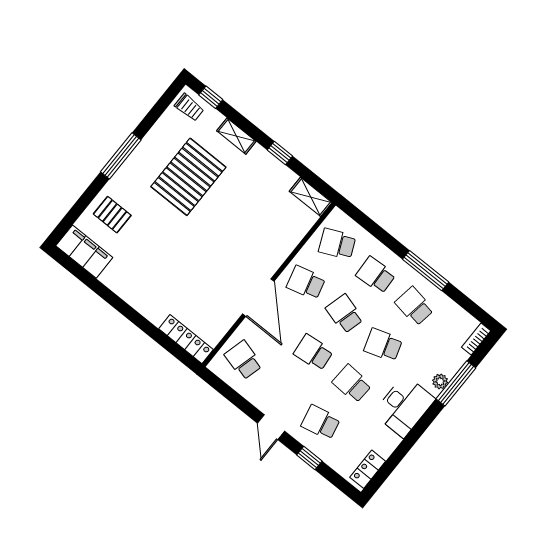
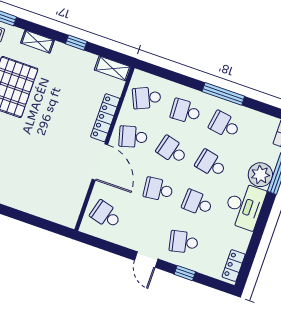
locker: (186, 339) -> (105, 118), moved, turned -90
school desk: (383, 345) -> (211, 164), turned 30
plant: (440, 381) -> (260, 175), width x1.87, depth x1.87

